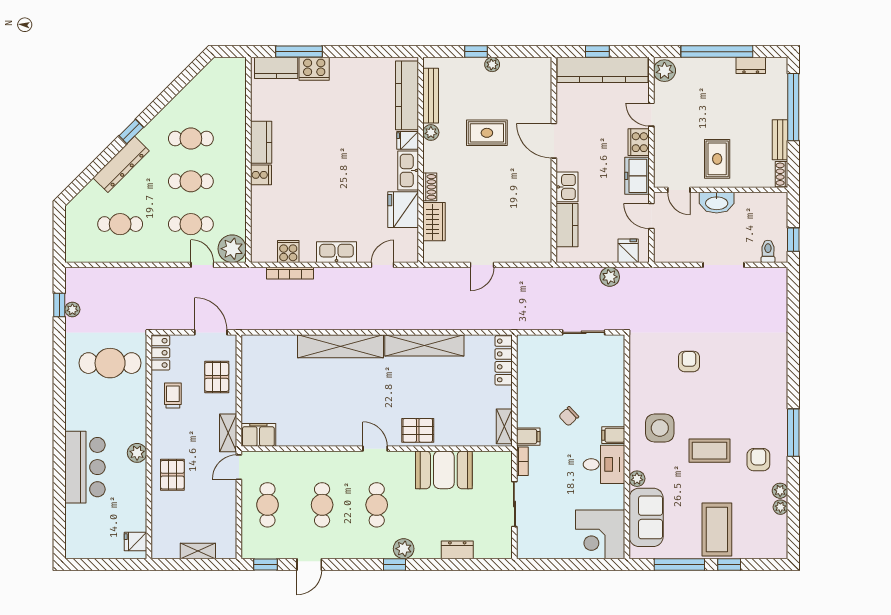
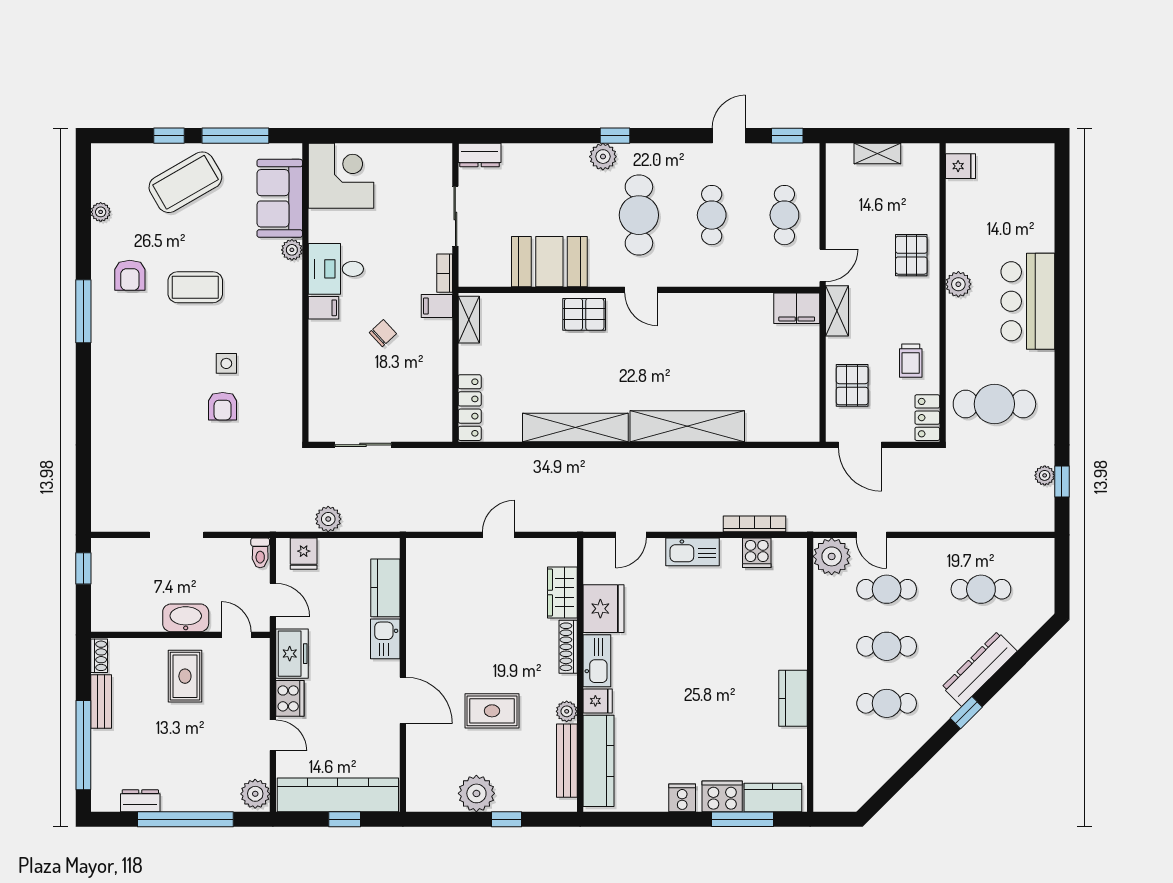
plant: (492, 65) -> (476, 793), width x1.87, depth x1.87
cooker: (261, 175) -> (682, 798), moved, turned 90
shoe rack: (430, 187) -> (568, 647), width x1.43
toilet: (768, 251) -> (260, 553), moved
side table: (660, 428) -> (226, 363), moved, width x0.54, depth x0.54
bar counter: (85, 467) -> (1028, 301), moved
plant: (780, 491) -> (101, 234), removed
cafe table: (377, 505) -> (639, 215), width x1.37, depth x1.35
coffee table: (717, 529) -> (185, 182), turned 60
dresser: (457, 550) -> (480, 155), moved

